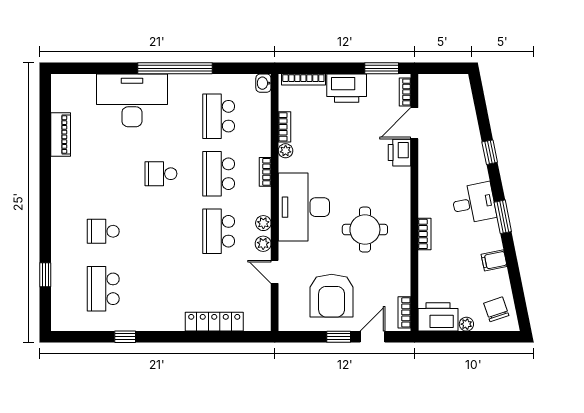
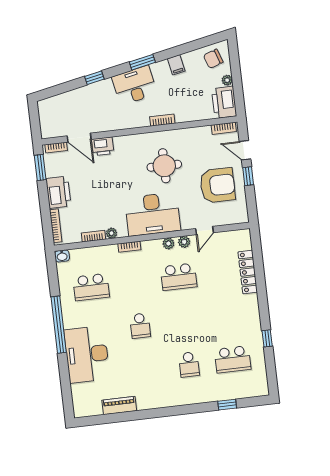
school desk: (219, 174) -> (135, 282), removed
desk: (474, 203) -> (134, 85), width x1.37

